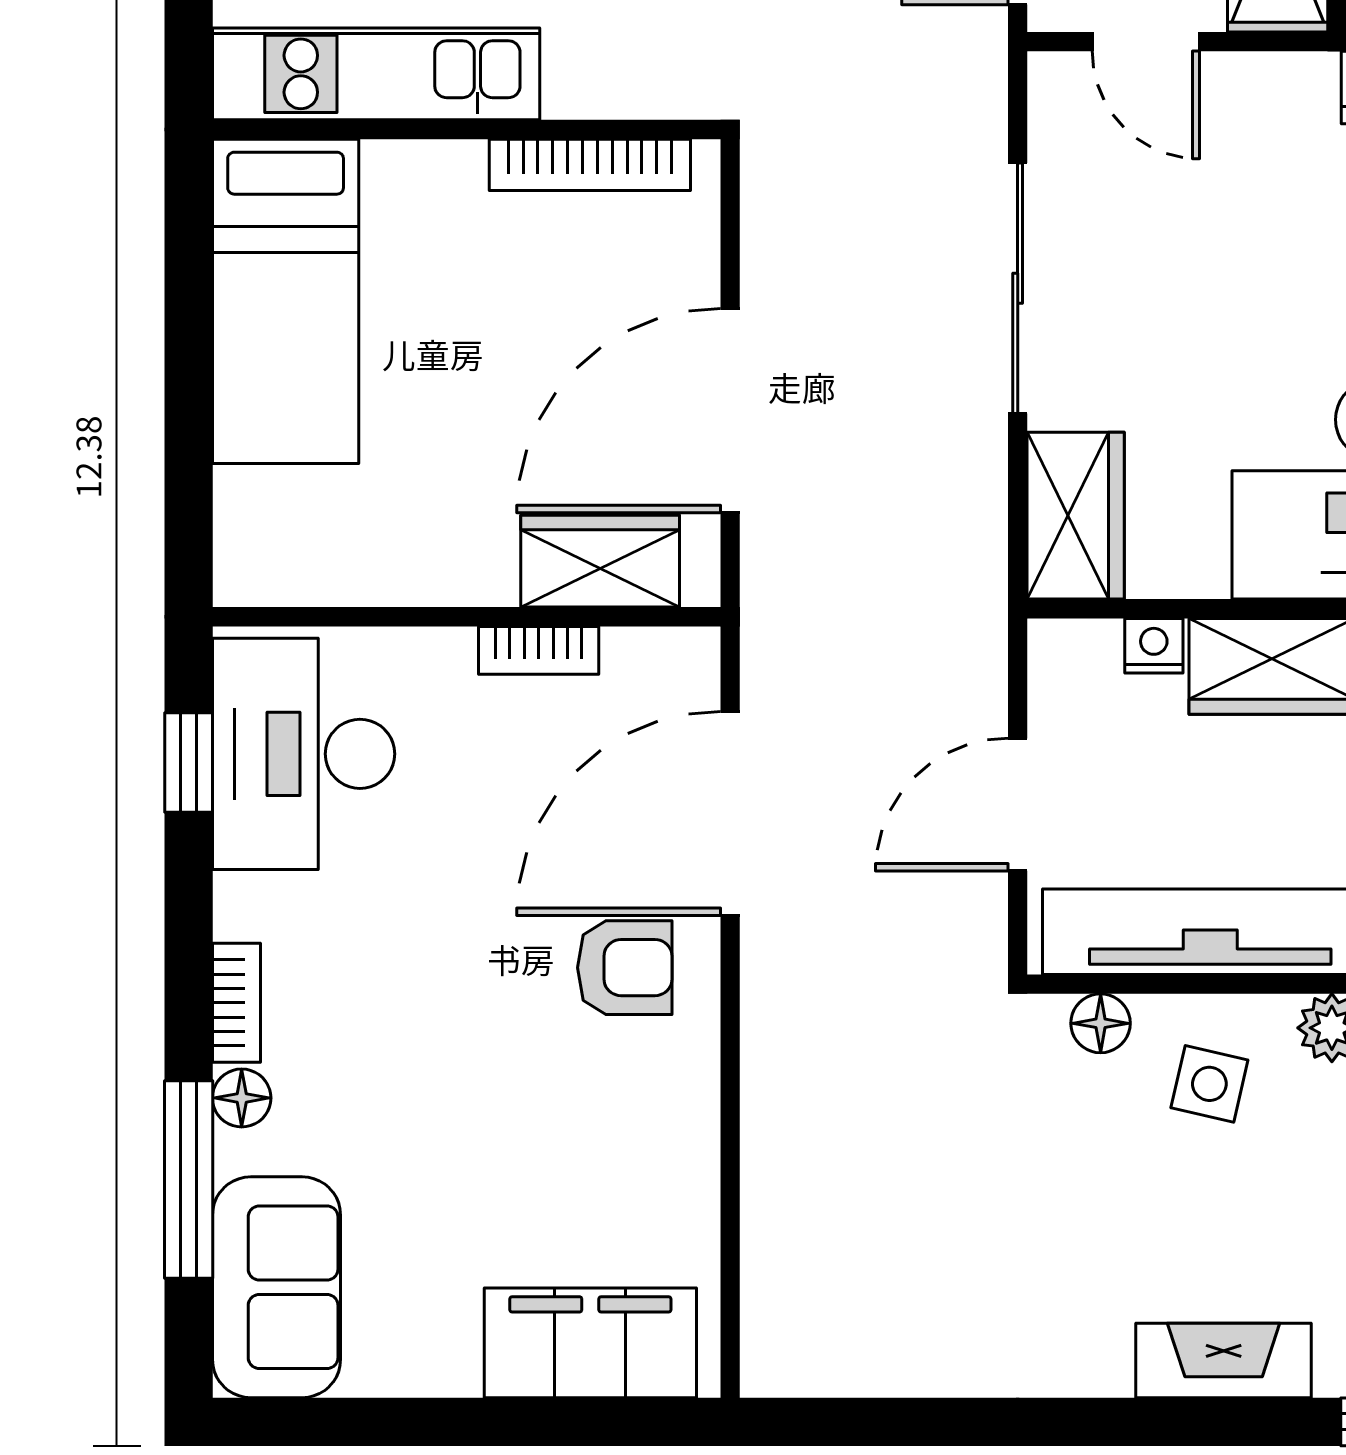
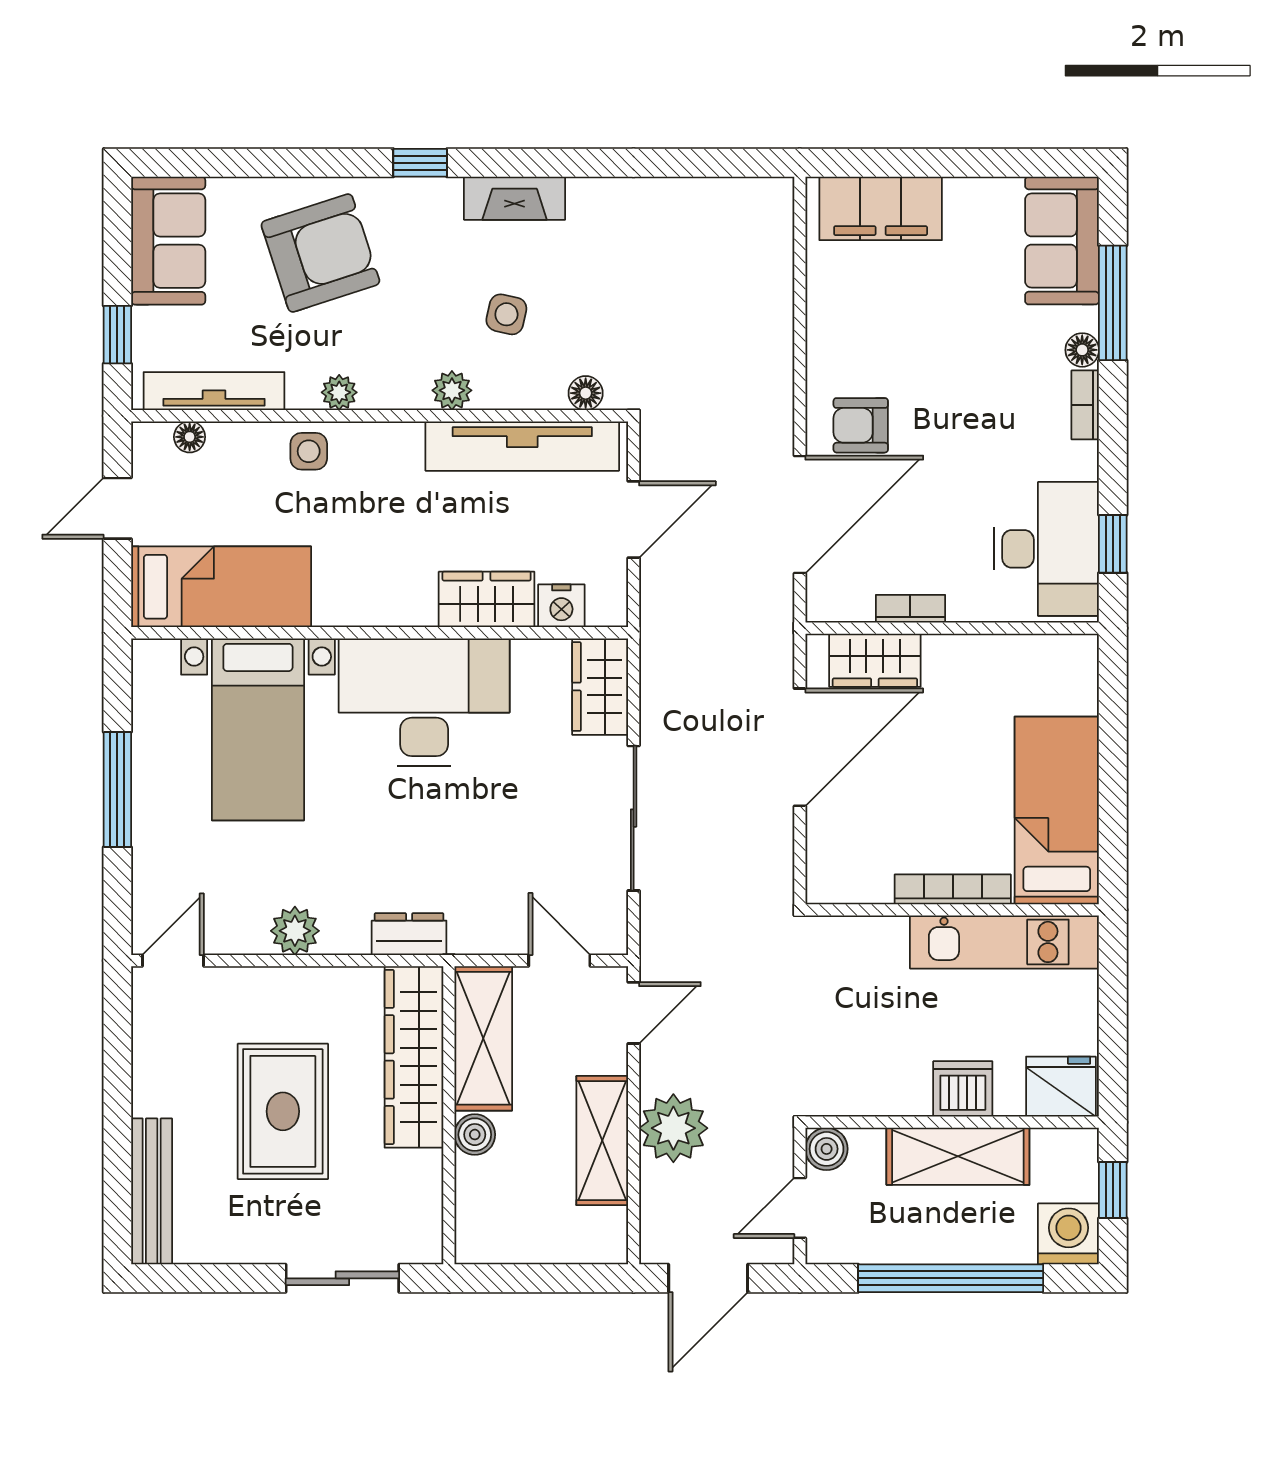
bookcase: (590, 165) -> (953, 889), moved
nightstand: (1154, 646) -> (561, 606), width x1.39, depth x1.35
side table: (1209, 1084) -> (506, 314), moved

